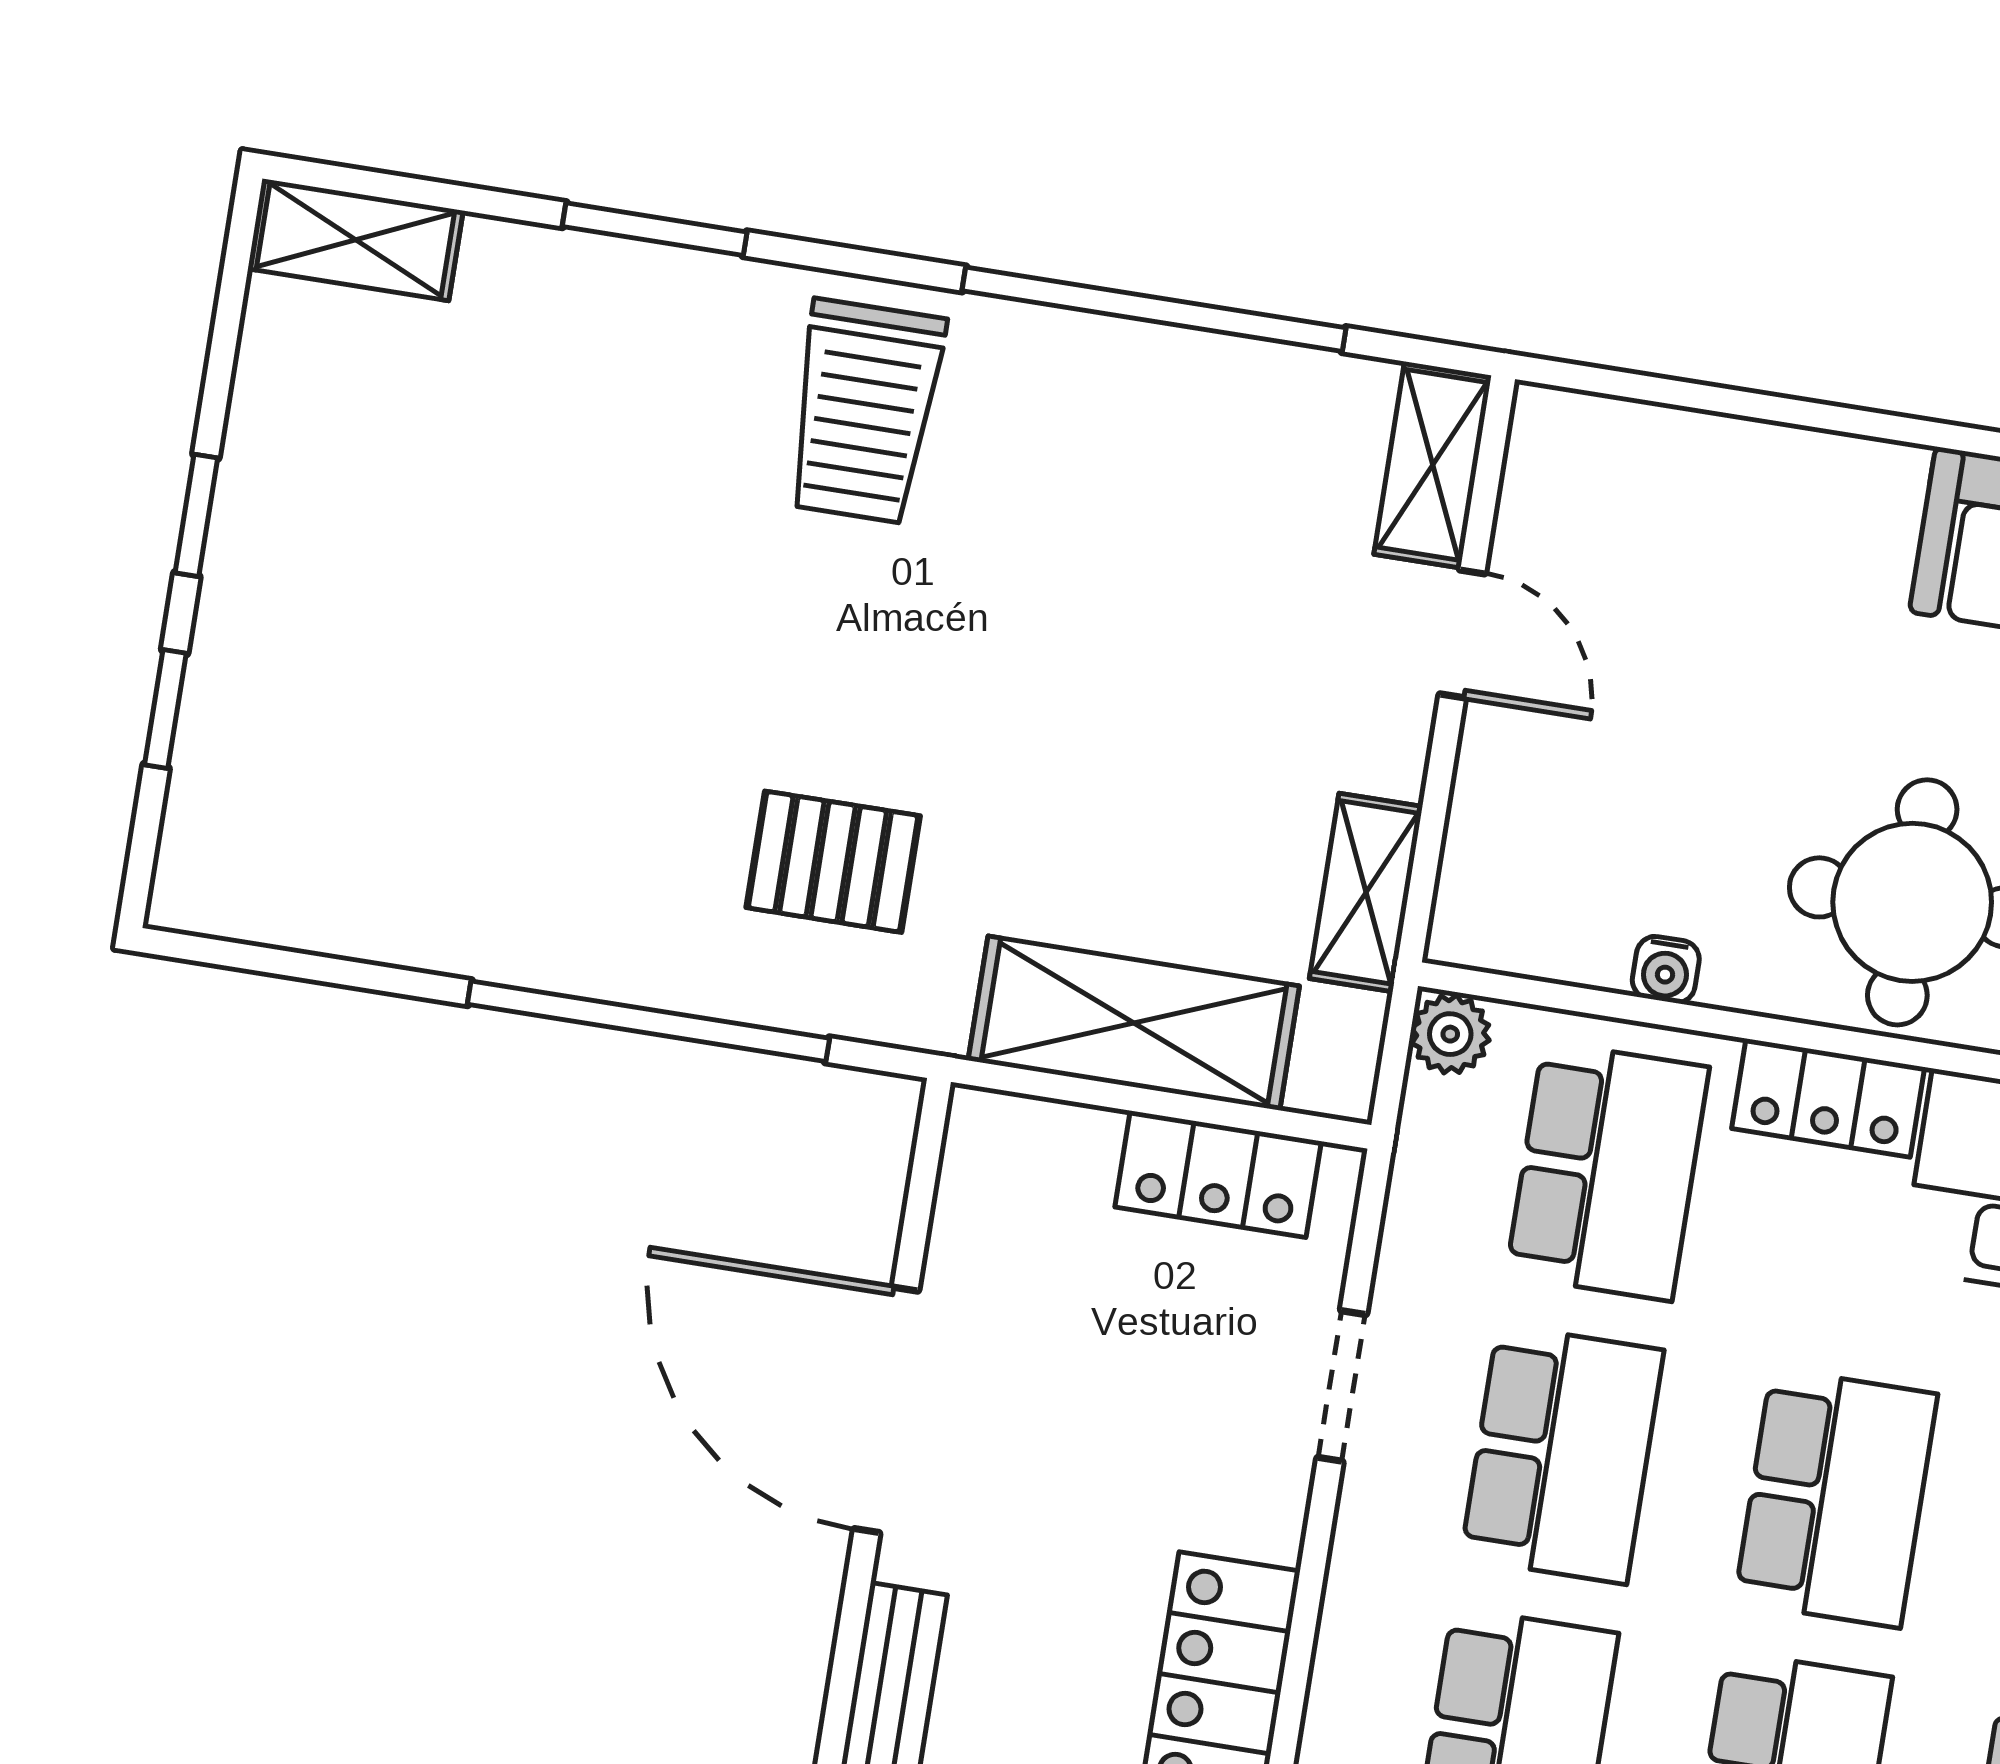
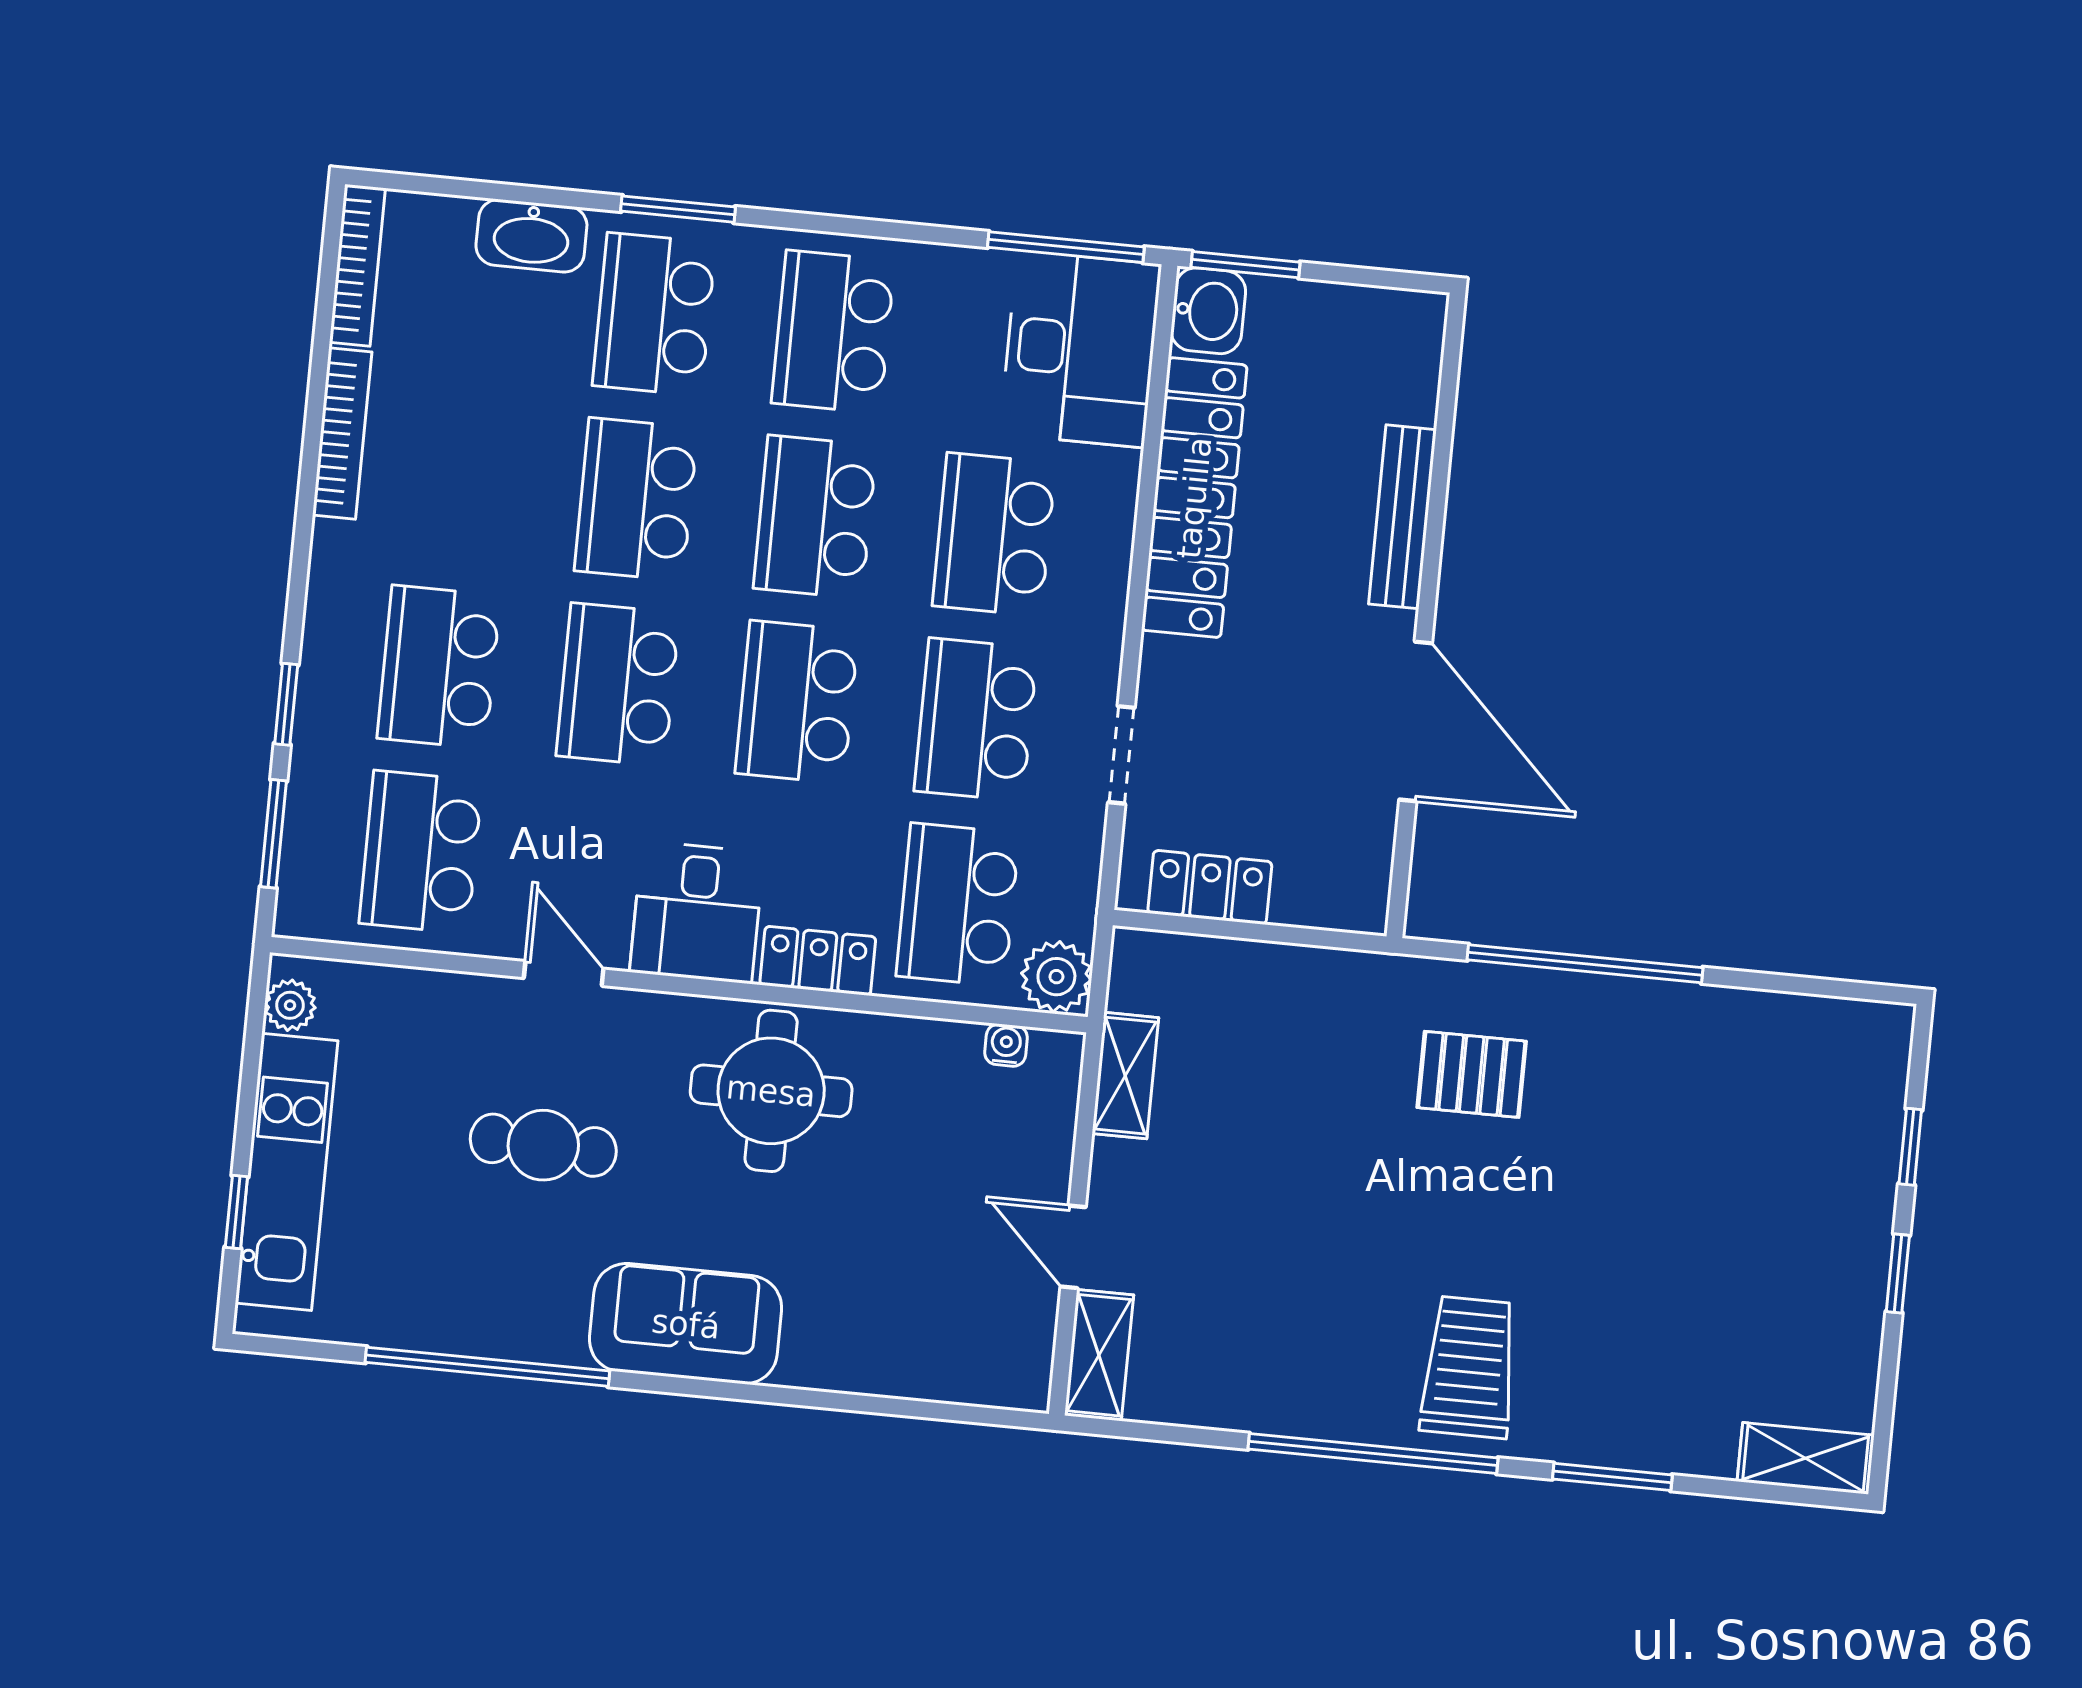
window: (1154, 309) -> (1373, 1454), moved
water cooler: (1666, 970) -> (1006, 1045), moved
shelving: (1134, 1023) -> (1270, 982), removed
plant: (1450, 1034) -> (1056, 977), width x1.38, depth x1.38

